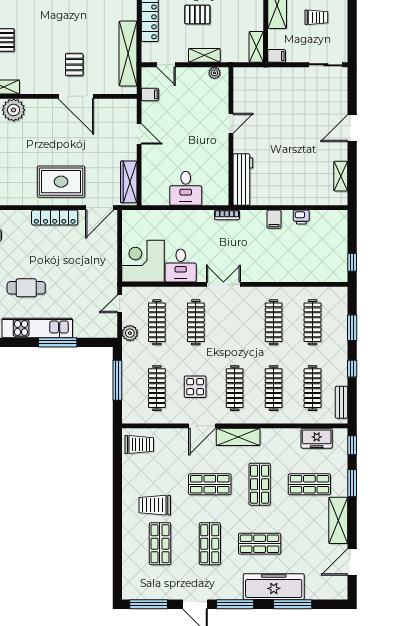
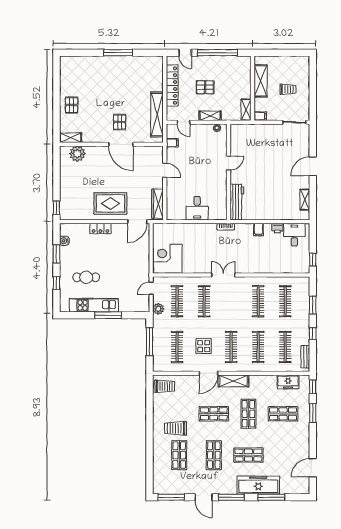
locker: (55, 218) -> (100, 228), width x0.66
desk: (181, 266) -> (294, 235), moved, turned 180
shelving: (338, 520) -> (303, 439), removed

